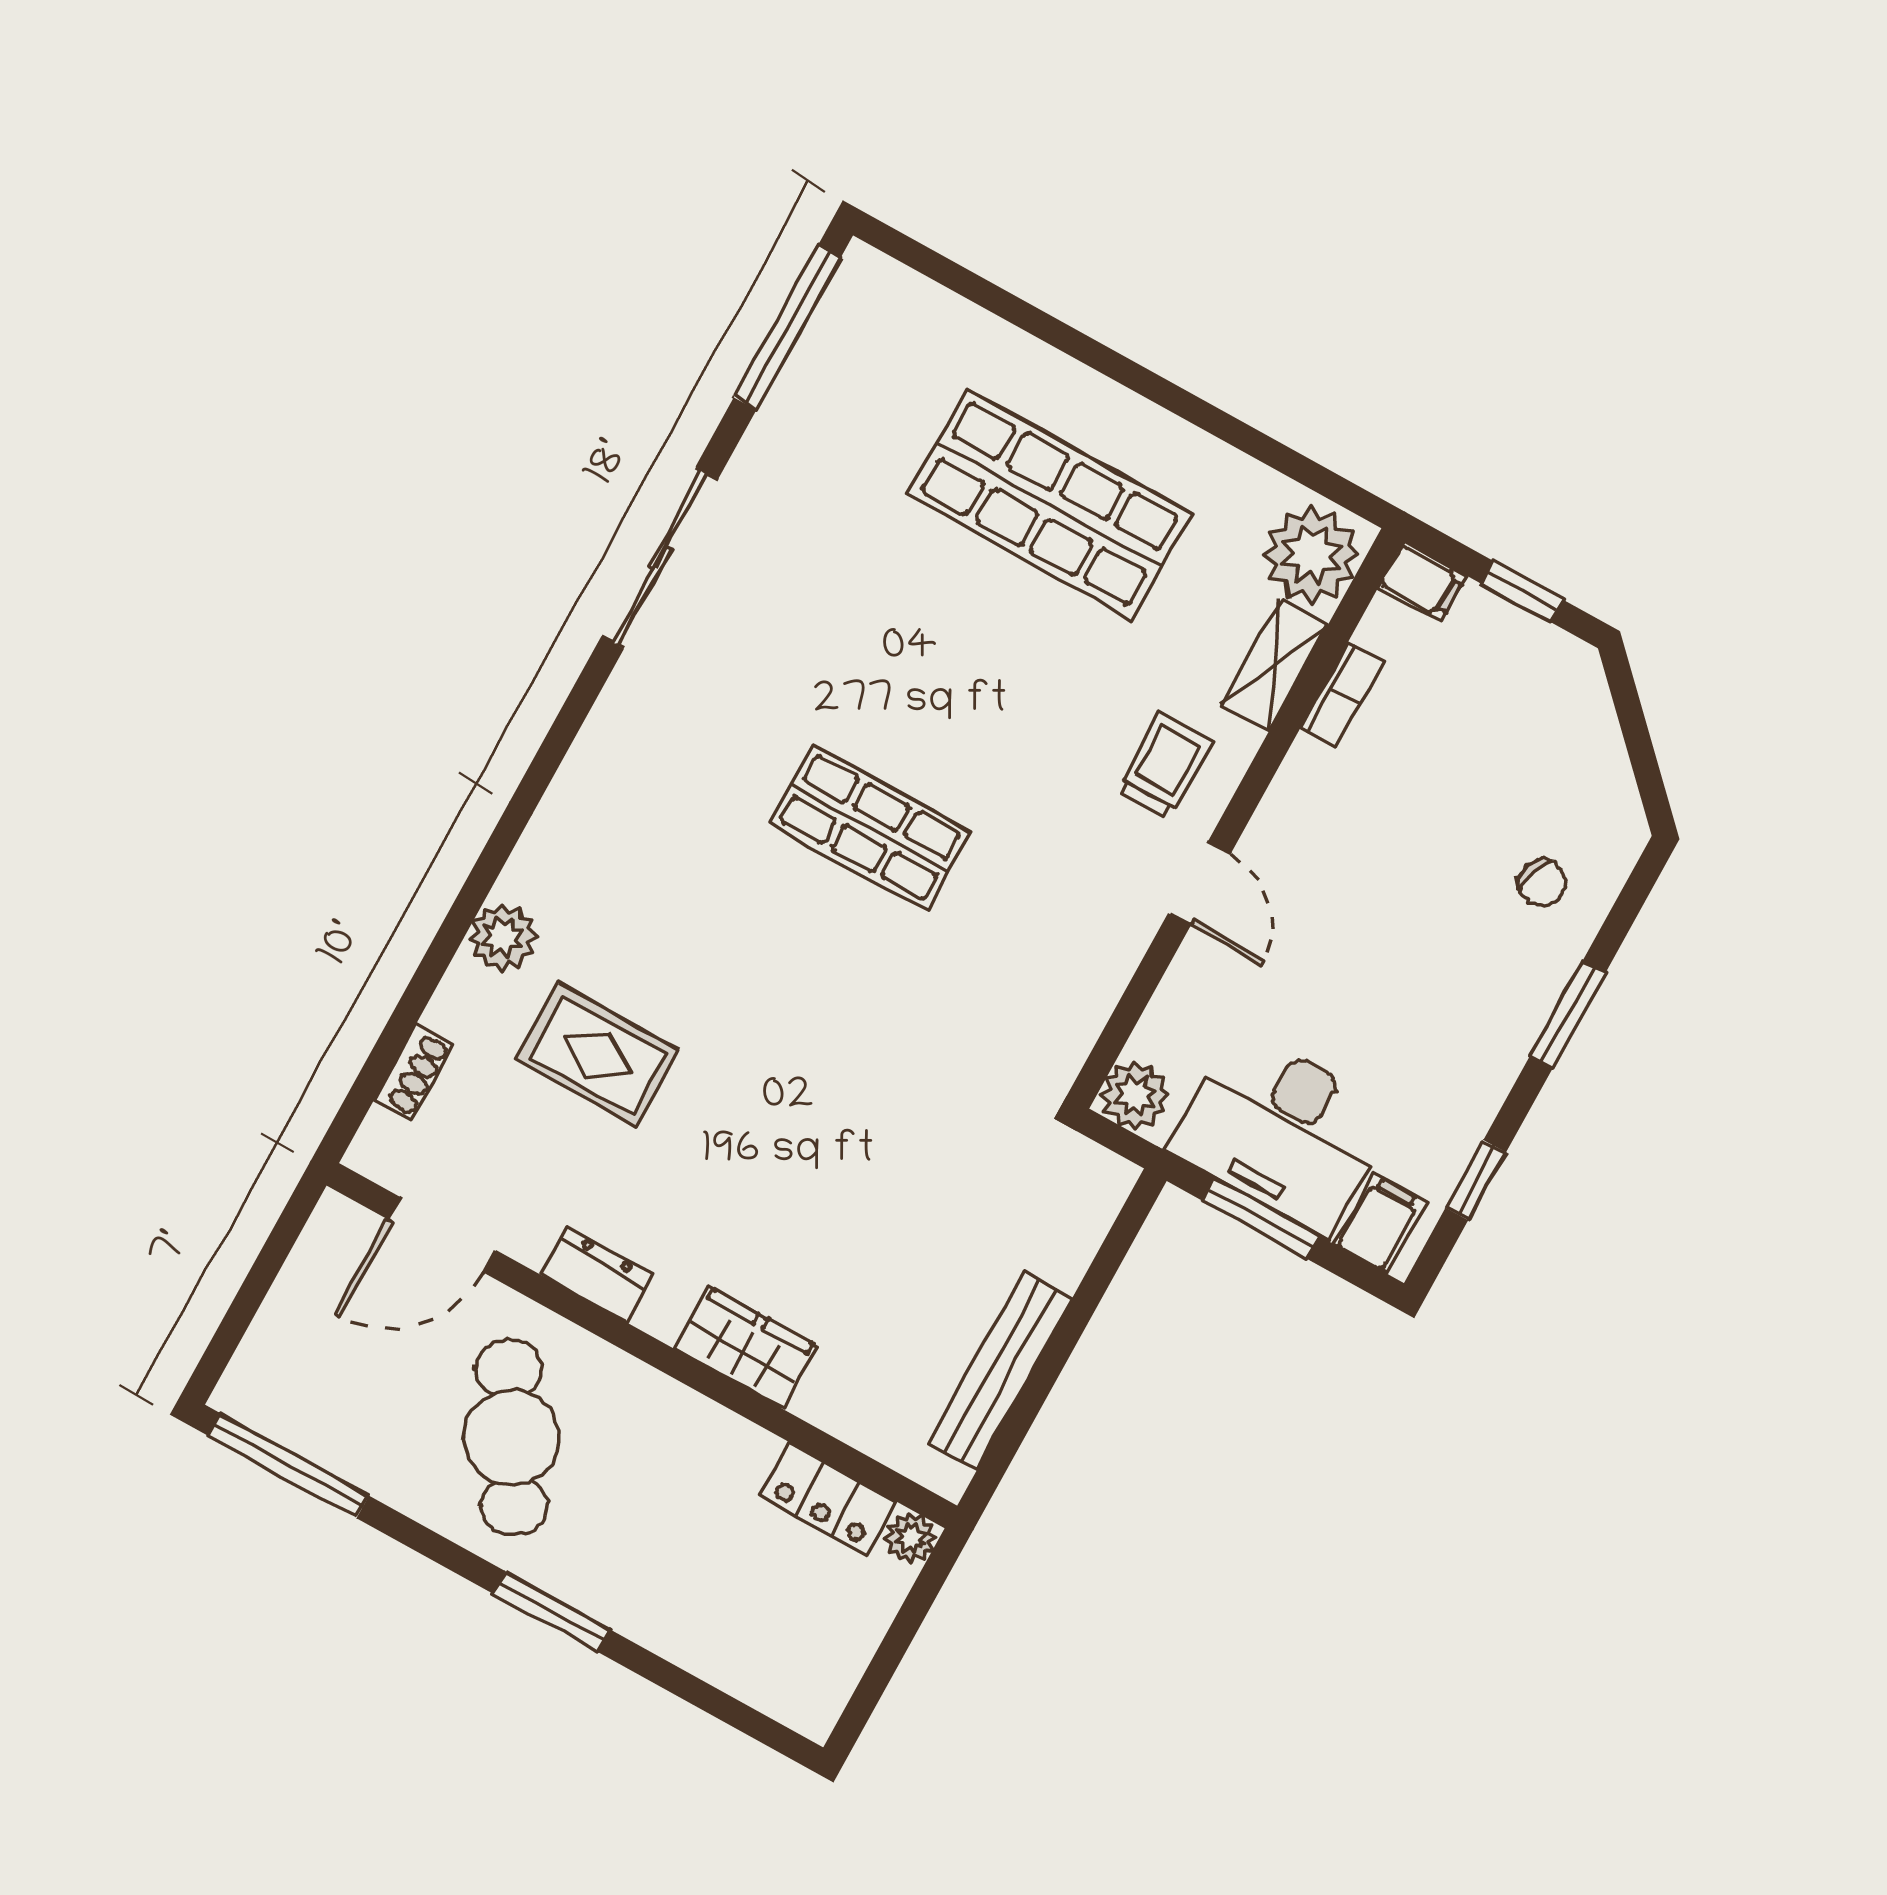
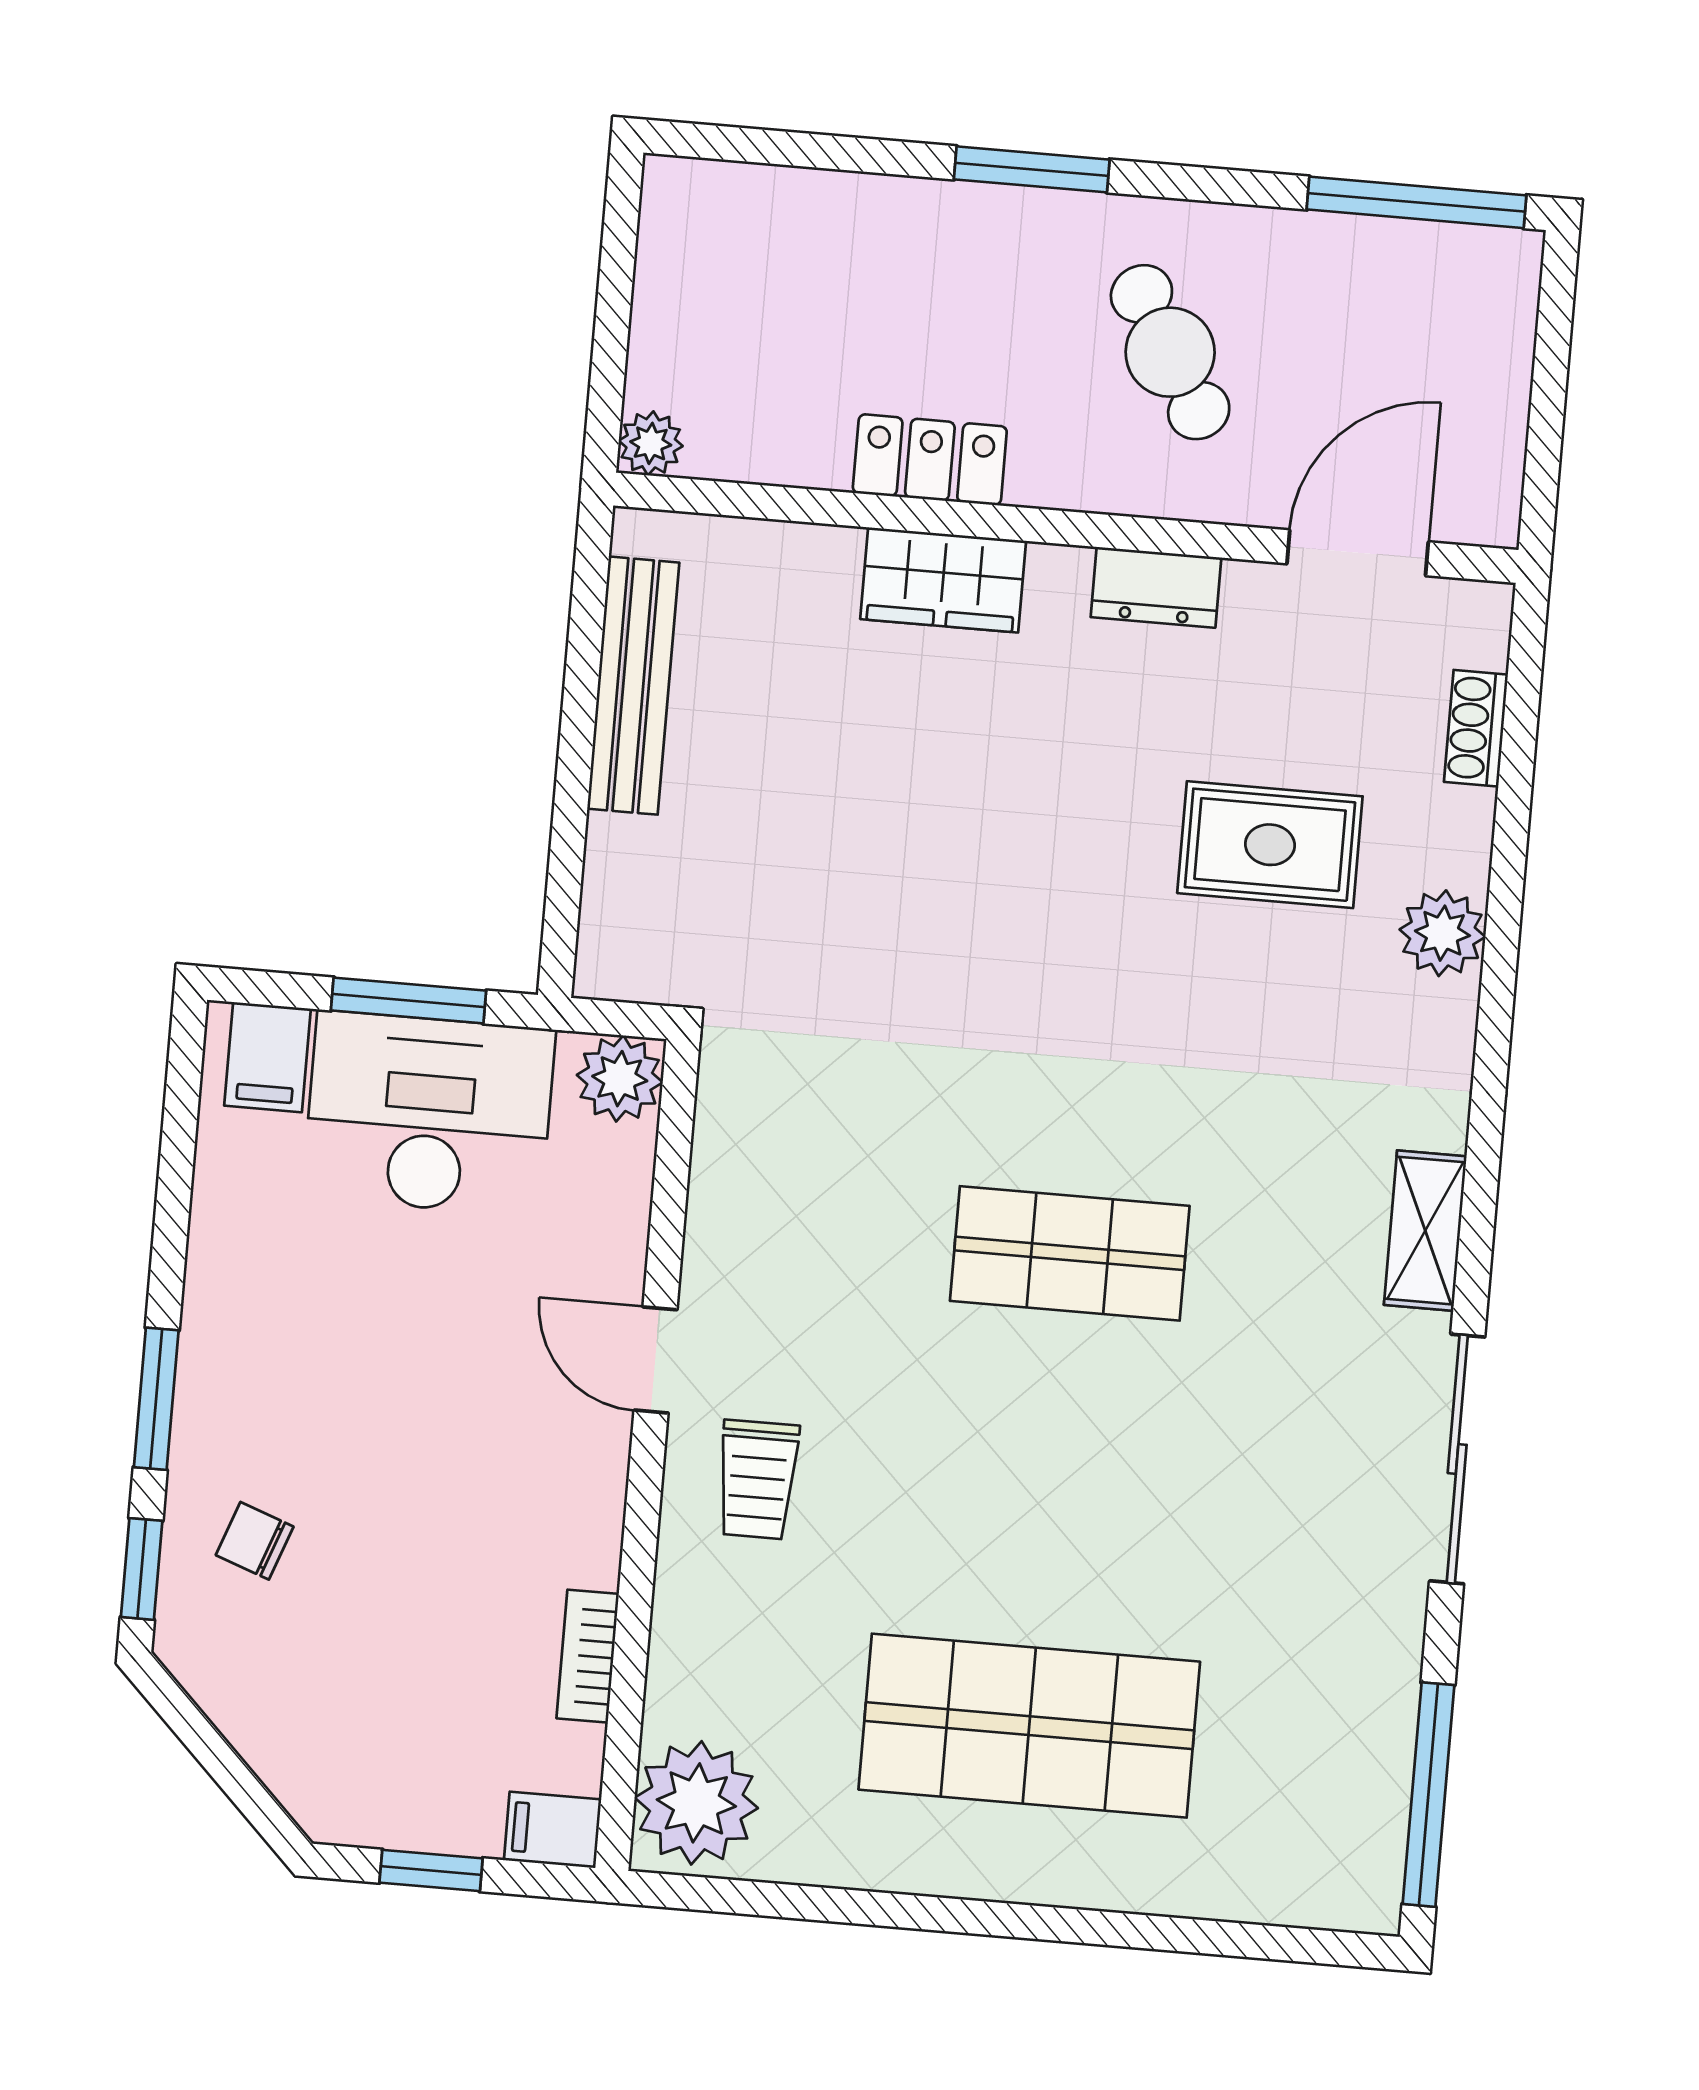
shelving: (1275, 665) -> (1425, 1231), moved
window: (1476, 1180) -> (142, 1569), moved
cafe table: (512, 1437) -> (1170, 352), width x0.73, depth x0.74
locker: (828, 1499) -> (930, 460), moved

